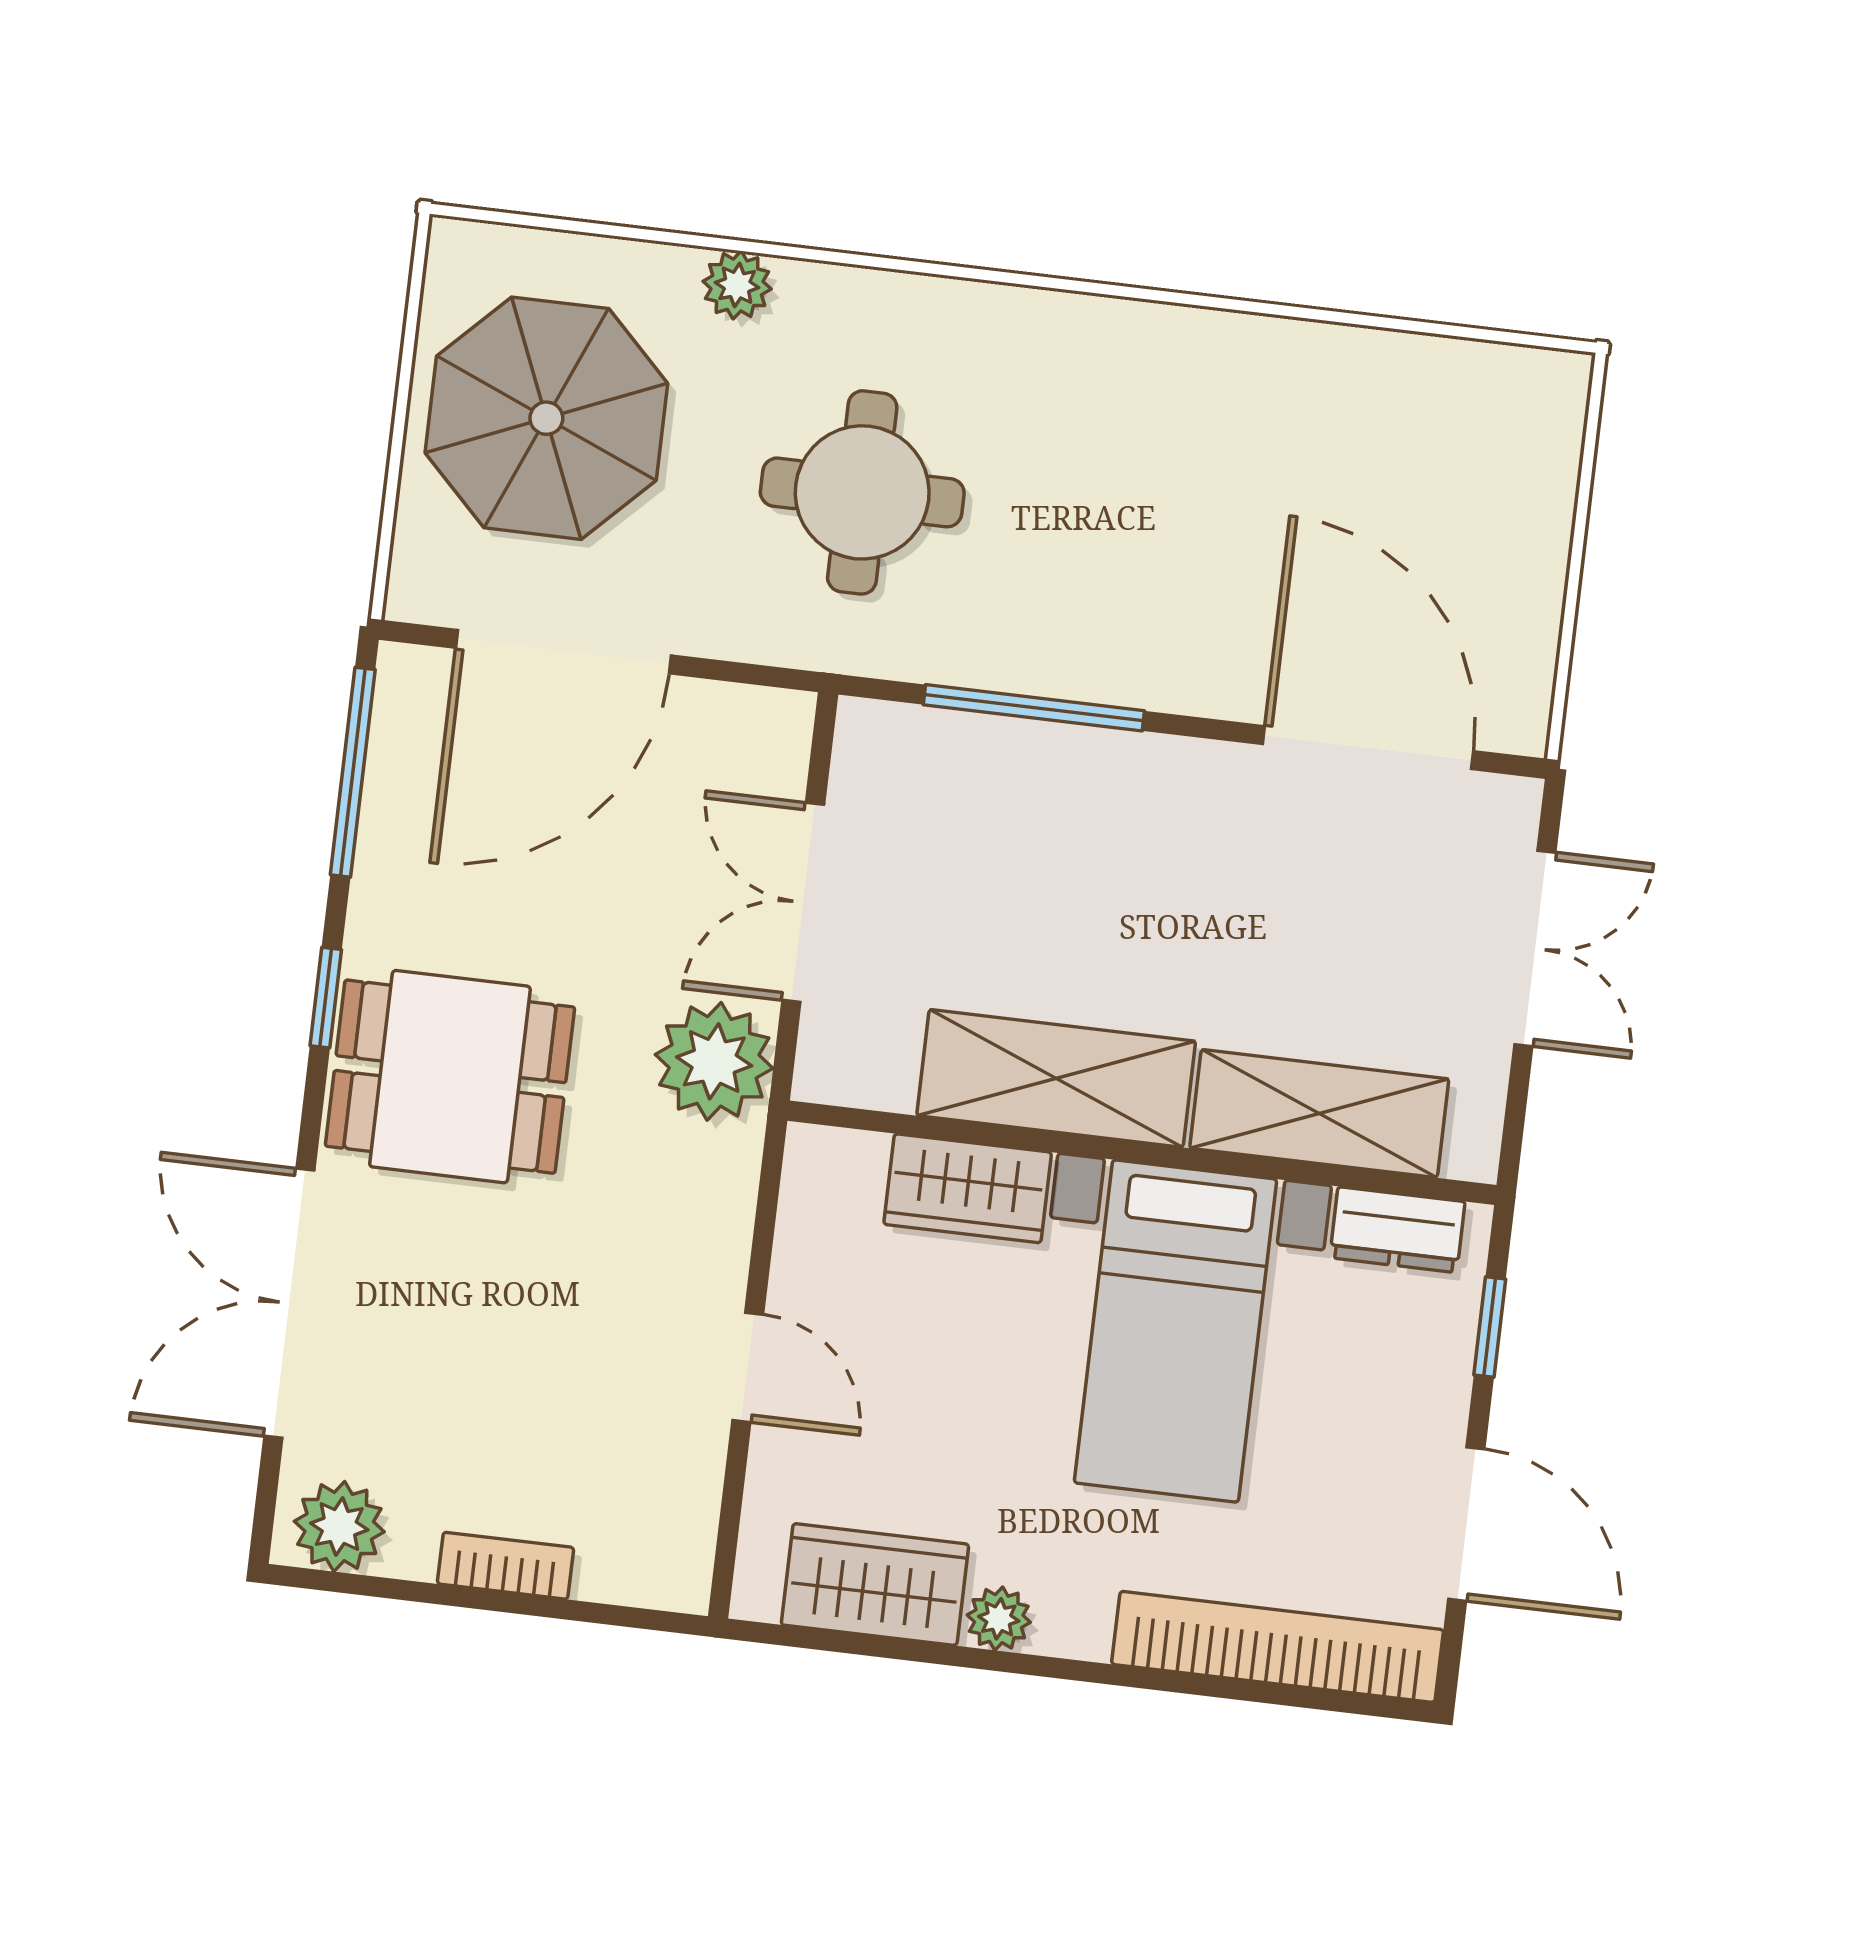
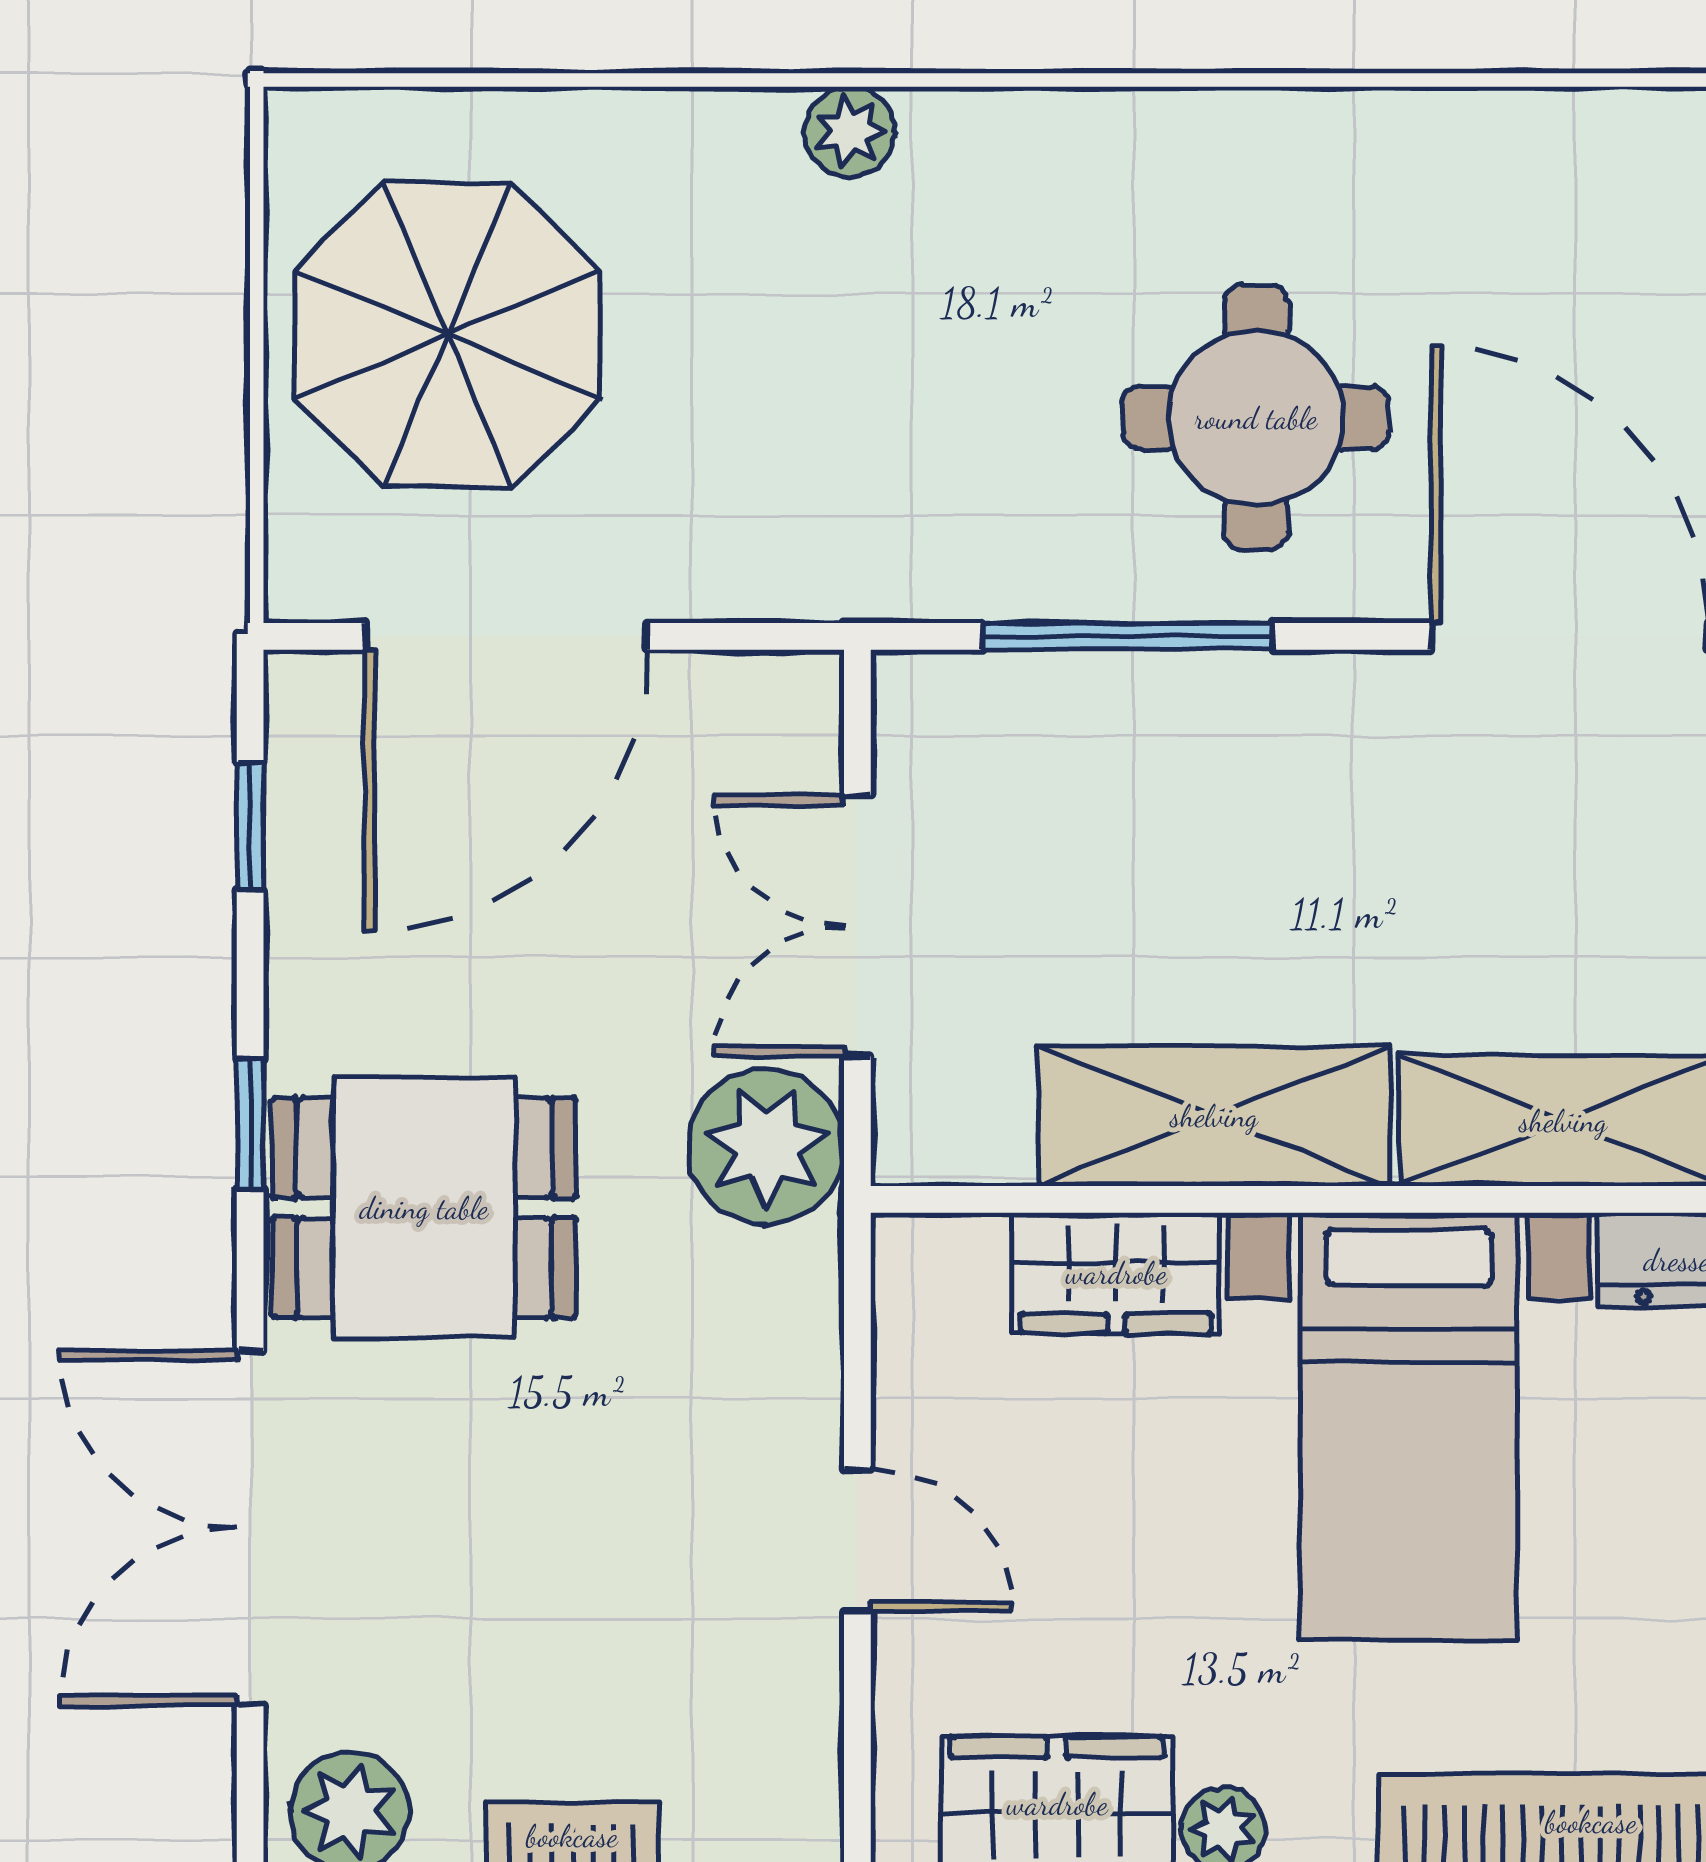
plant: (737, 285) -> (850, 132), moved
round table: (862, 492) -> (1256, 418), moved
window: (353, 772) -> (250, 826), width x0.46

